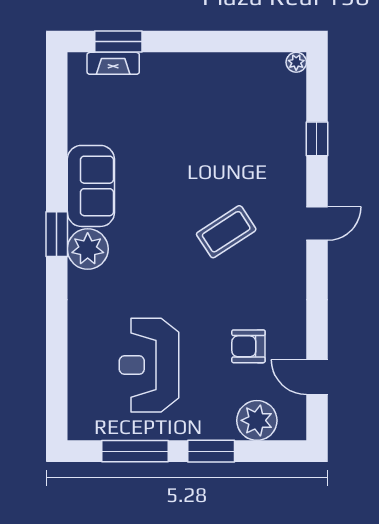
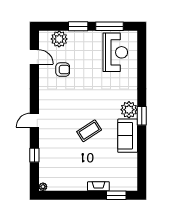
fireplace: (113, 63) -> (98, 186), moved
coffee table: (226, 232) -> (89, 131), moved
reception desk: (149, 365) -> (115, 52), moved

